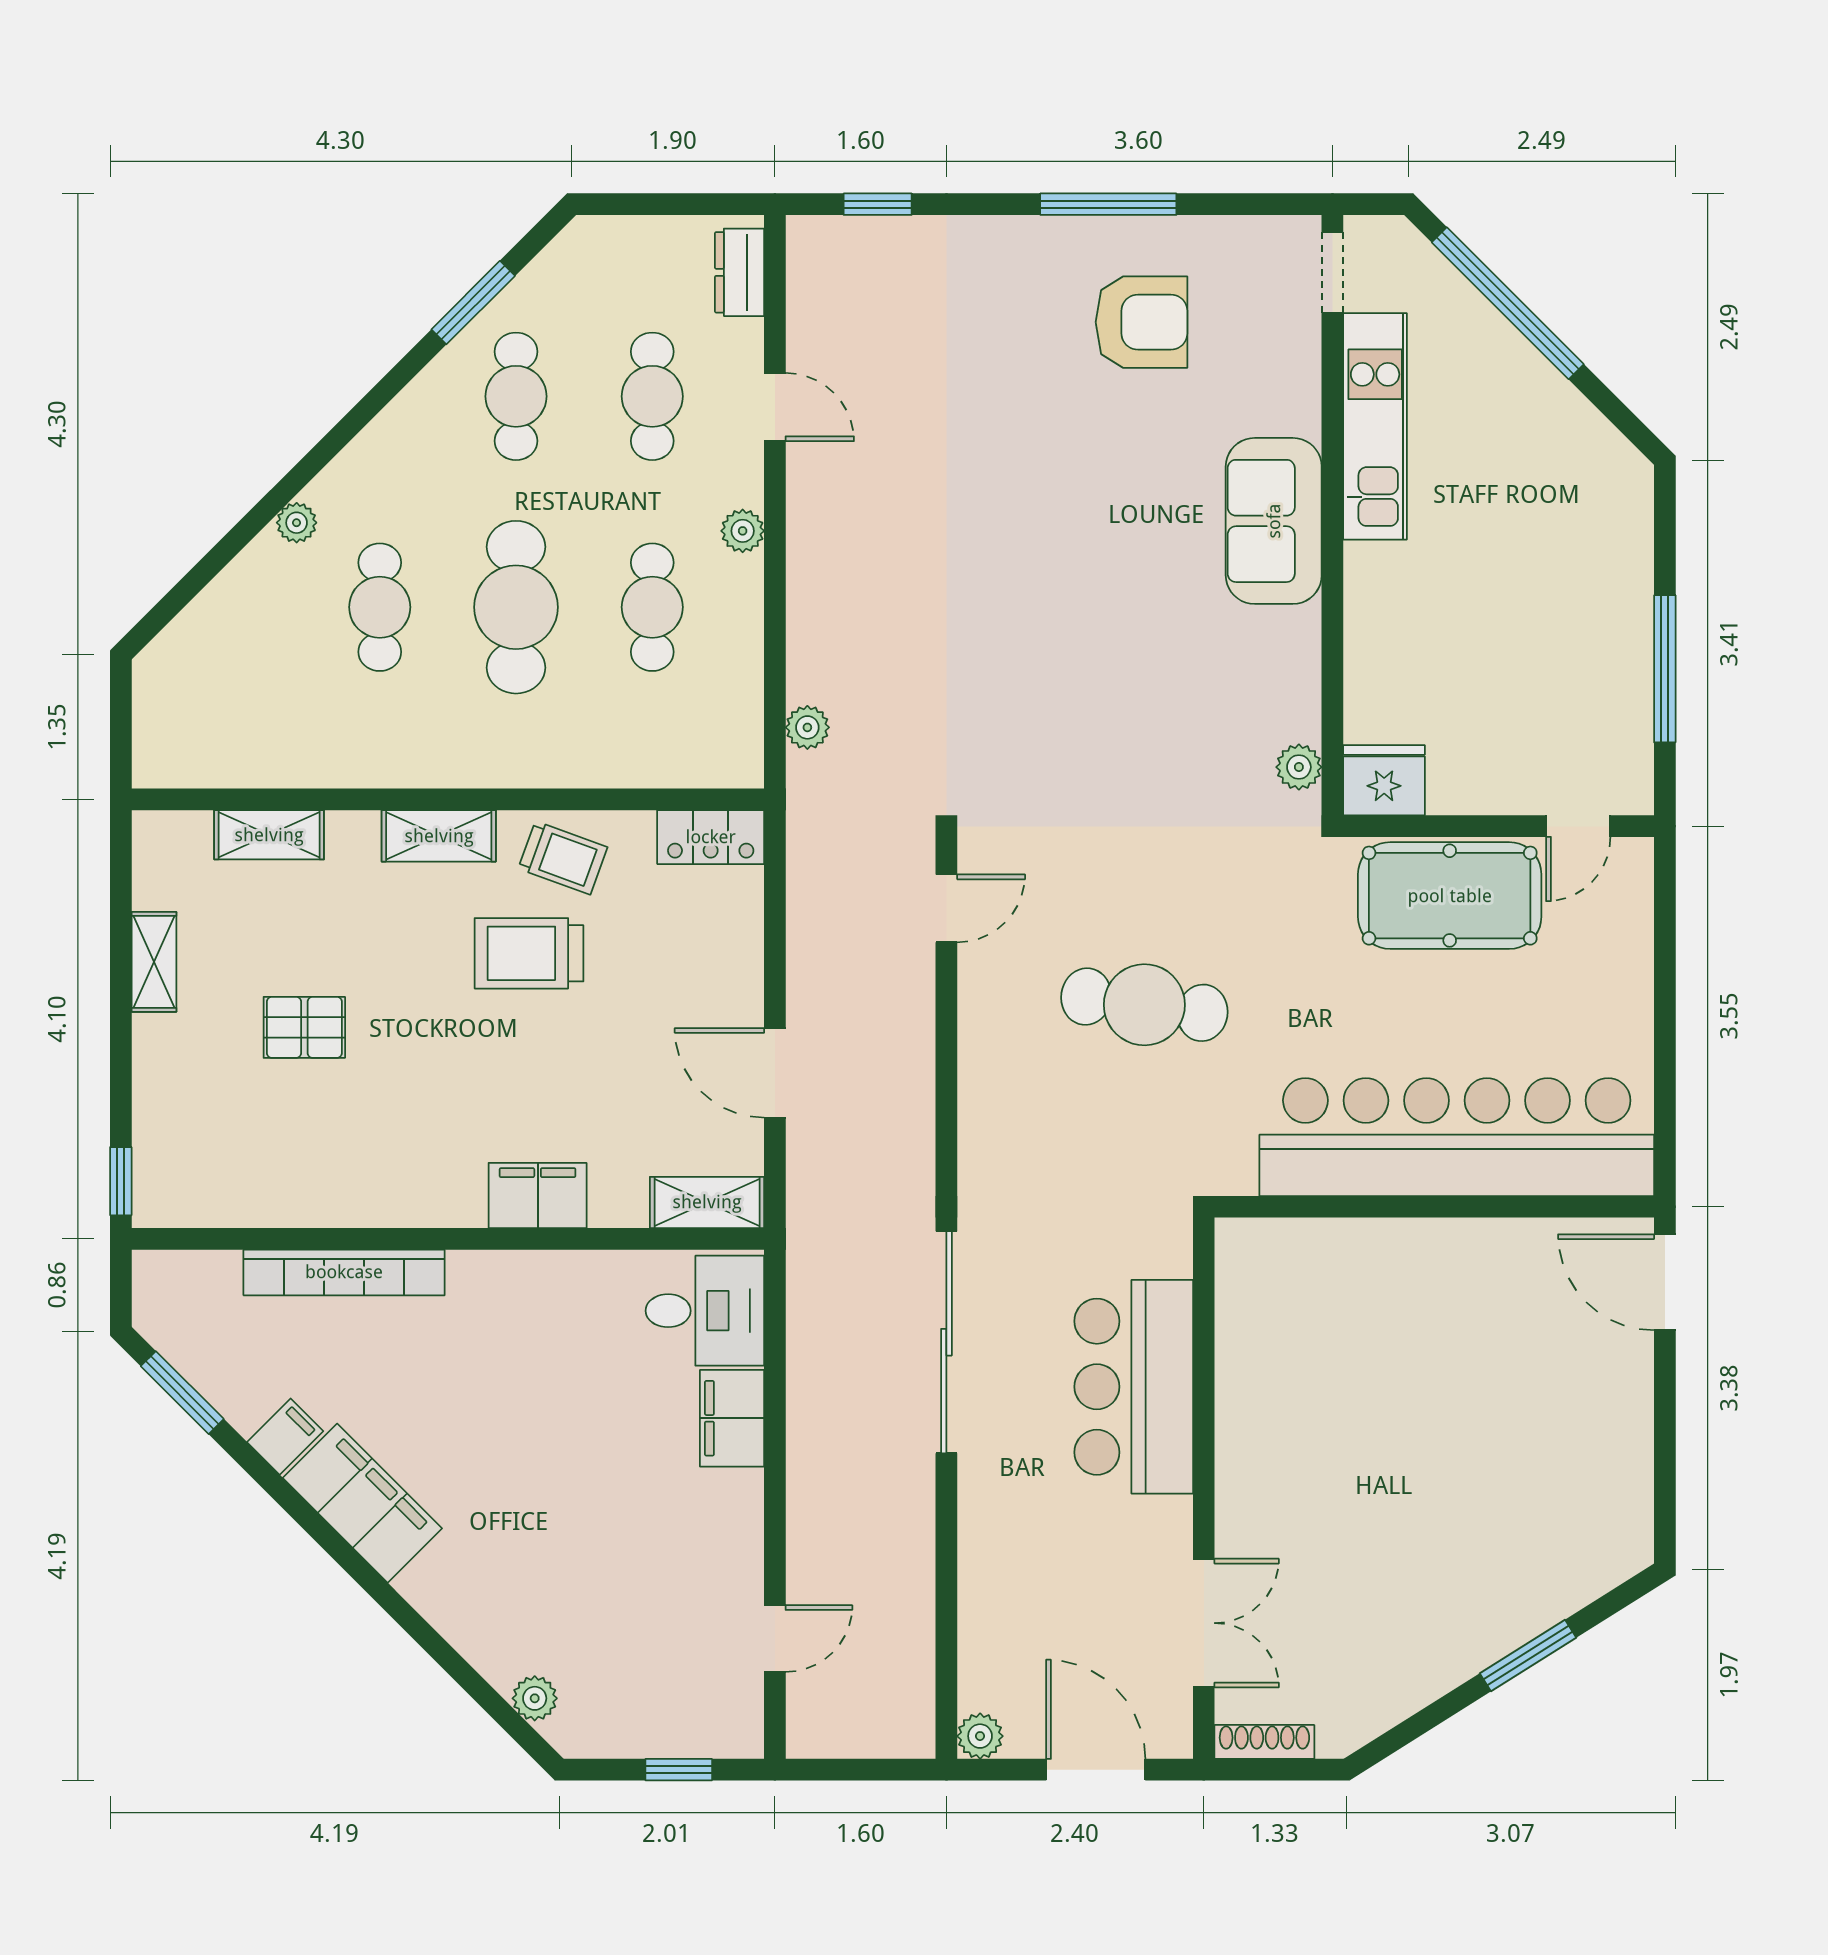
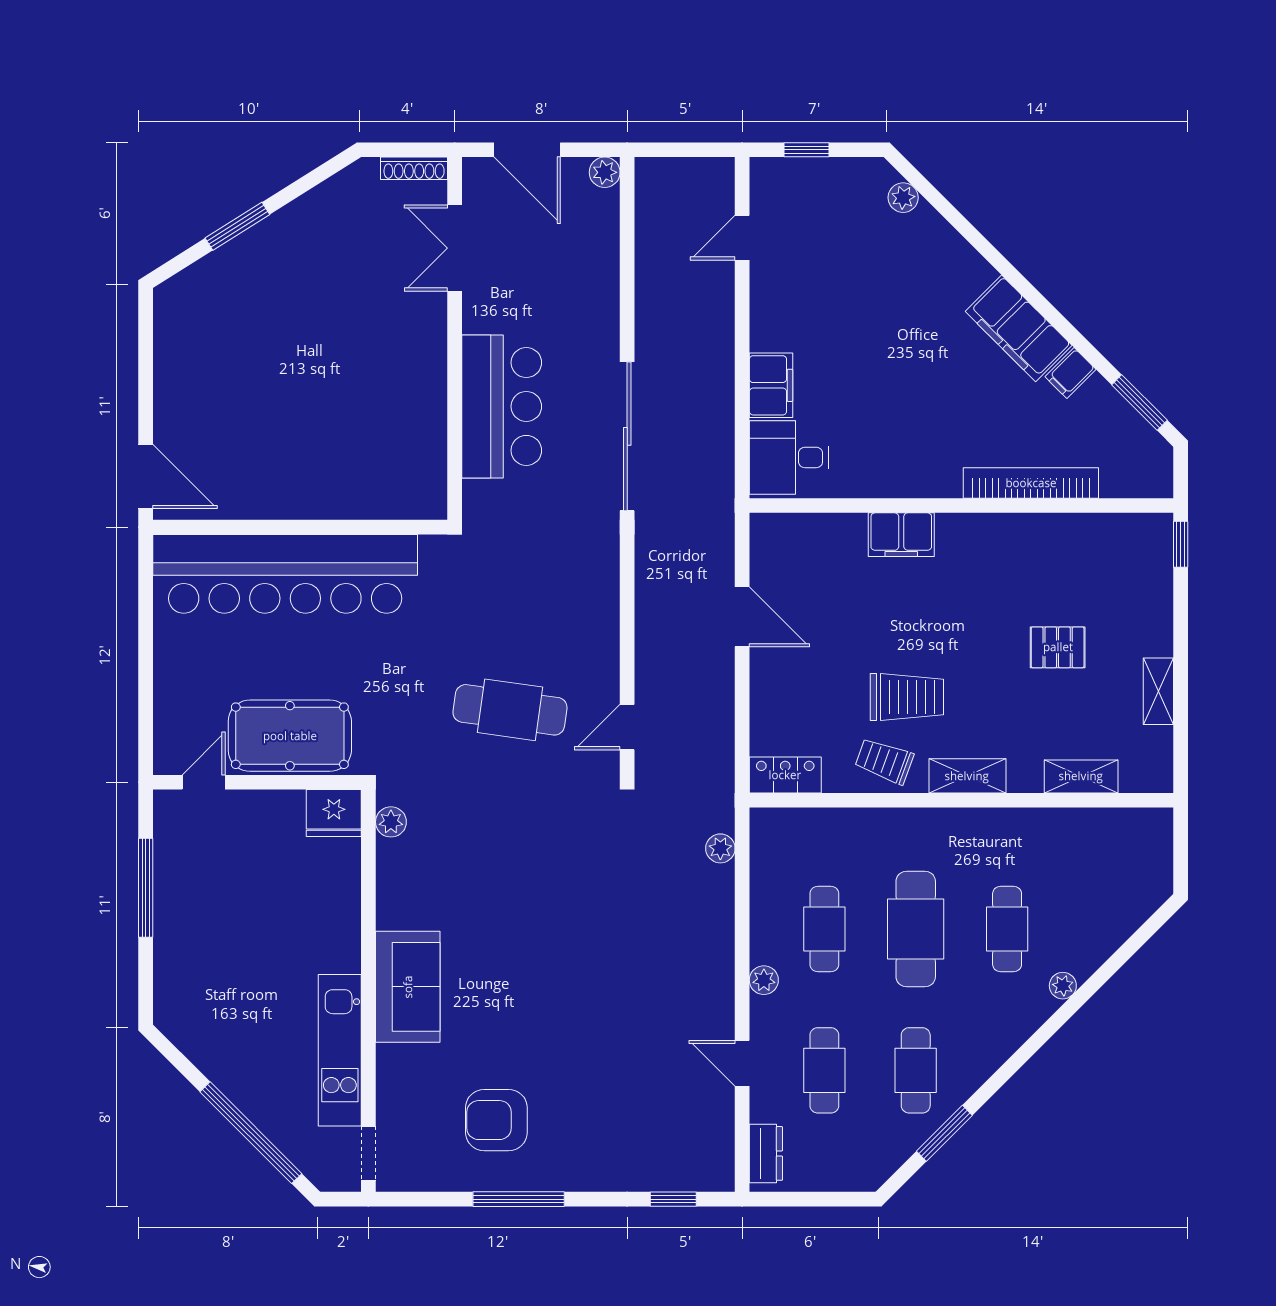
cafe table: (1144, 1005) -> (510, 710), moved
shelving: (707, 1202) -> (788, 530), removed

